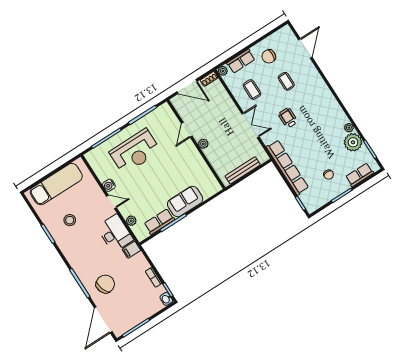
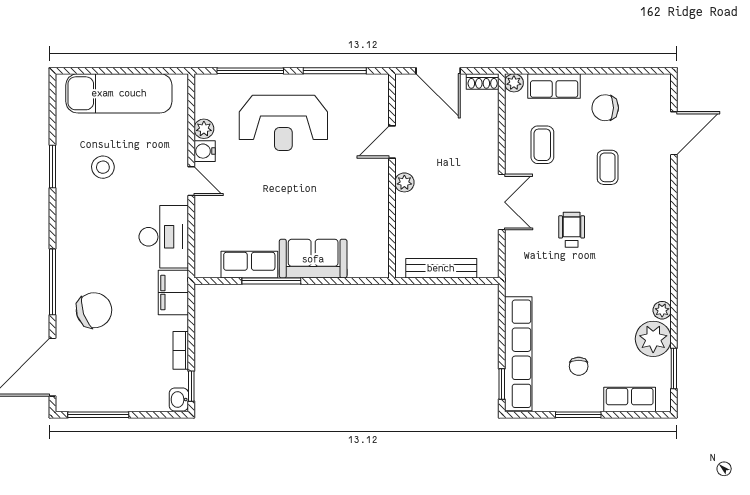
row of seats: (287, 167) -> (518, 354), moved
plant: (131, 221) -> (204, 129), moved
filing cabinet: (131, 250) -> (173, 293), width x2.00

